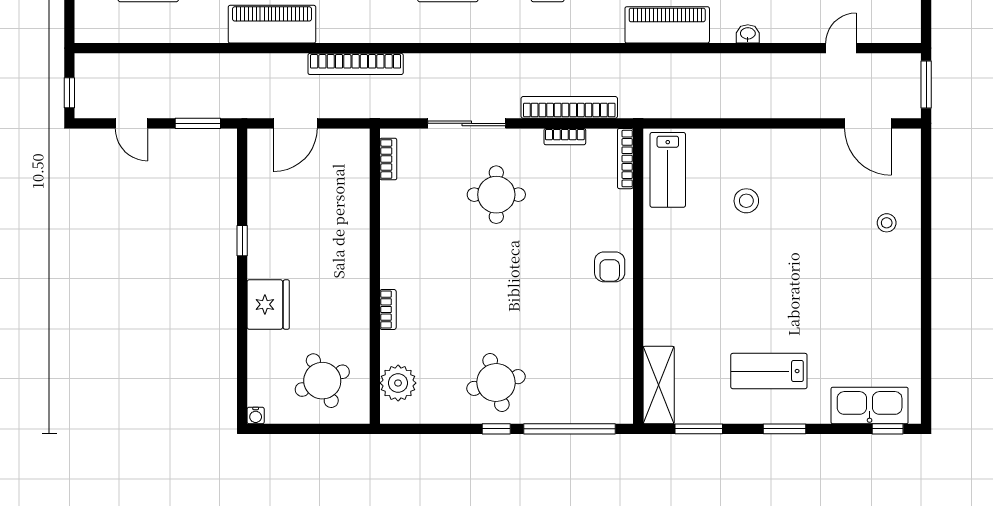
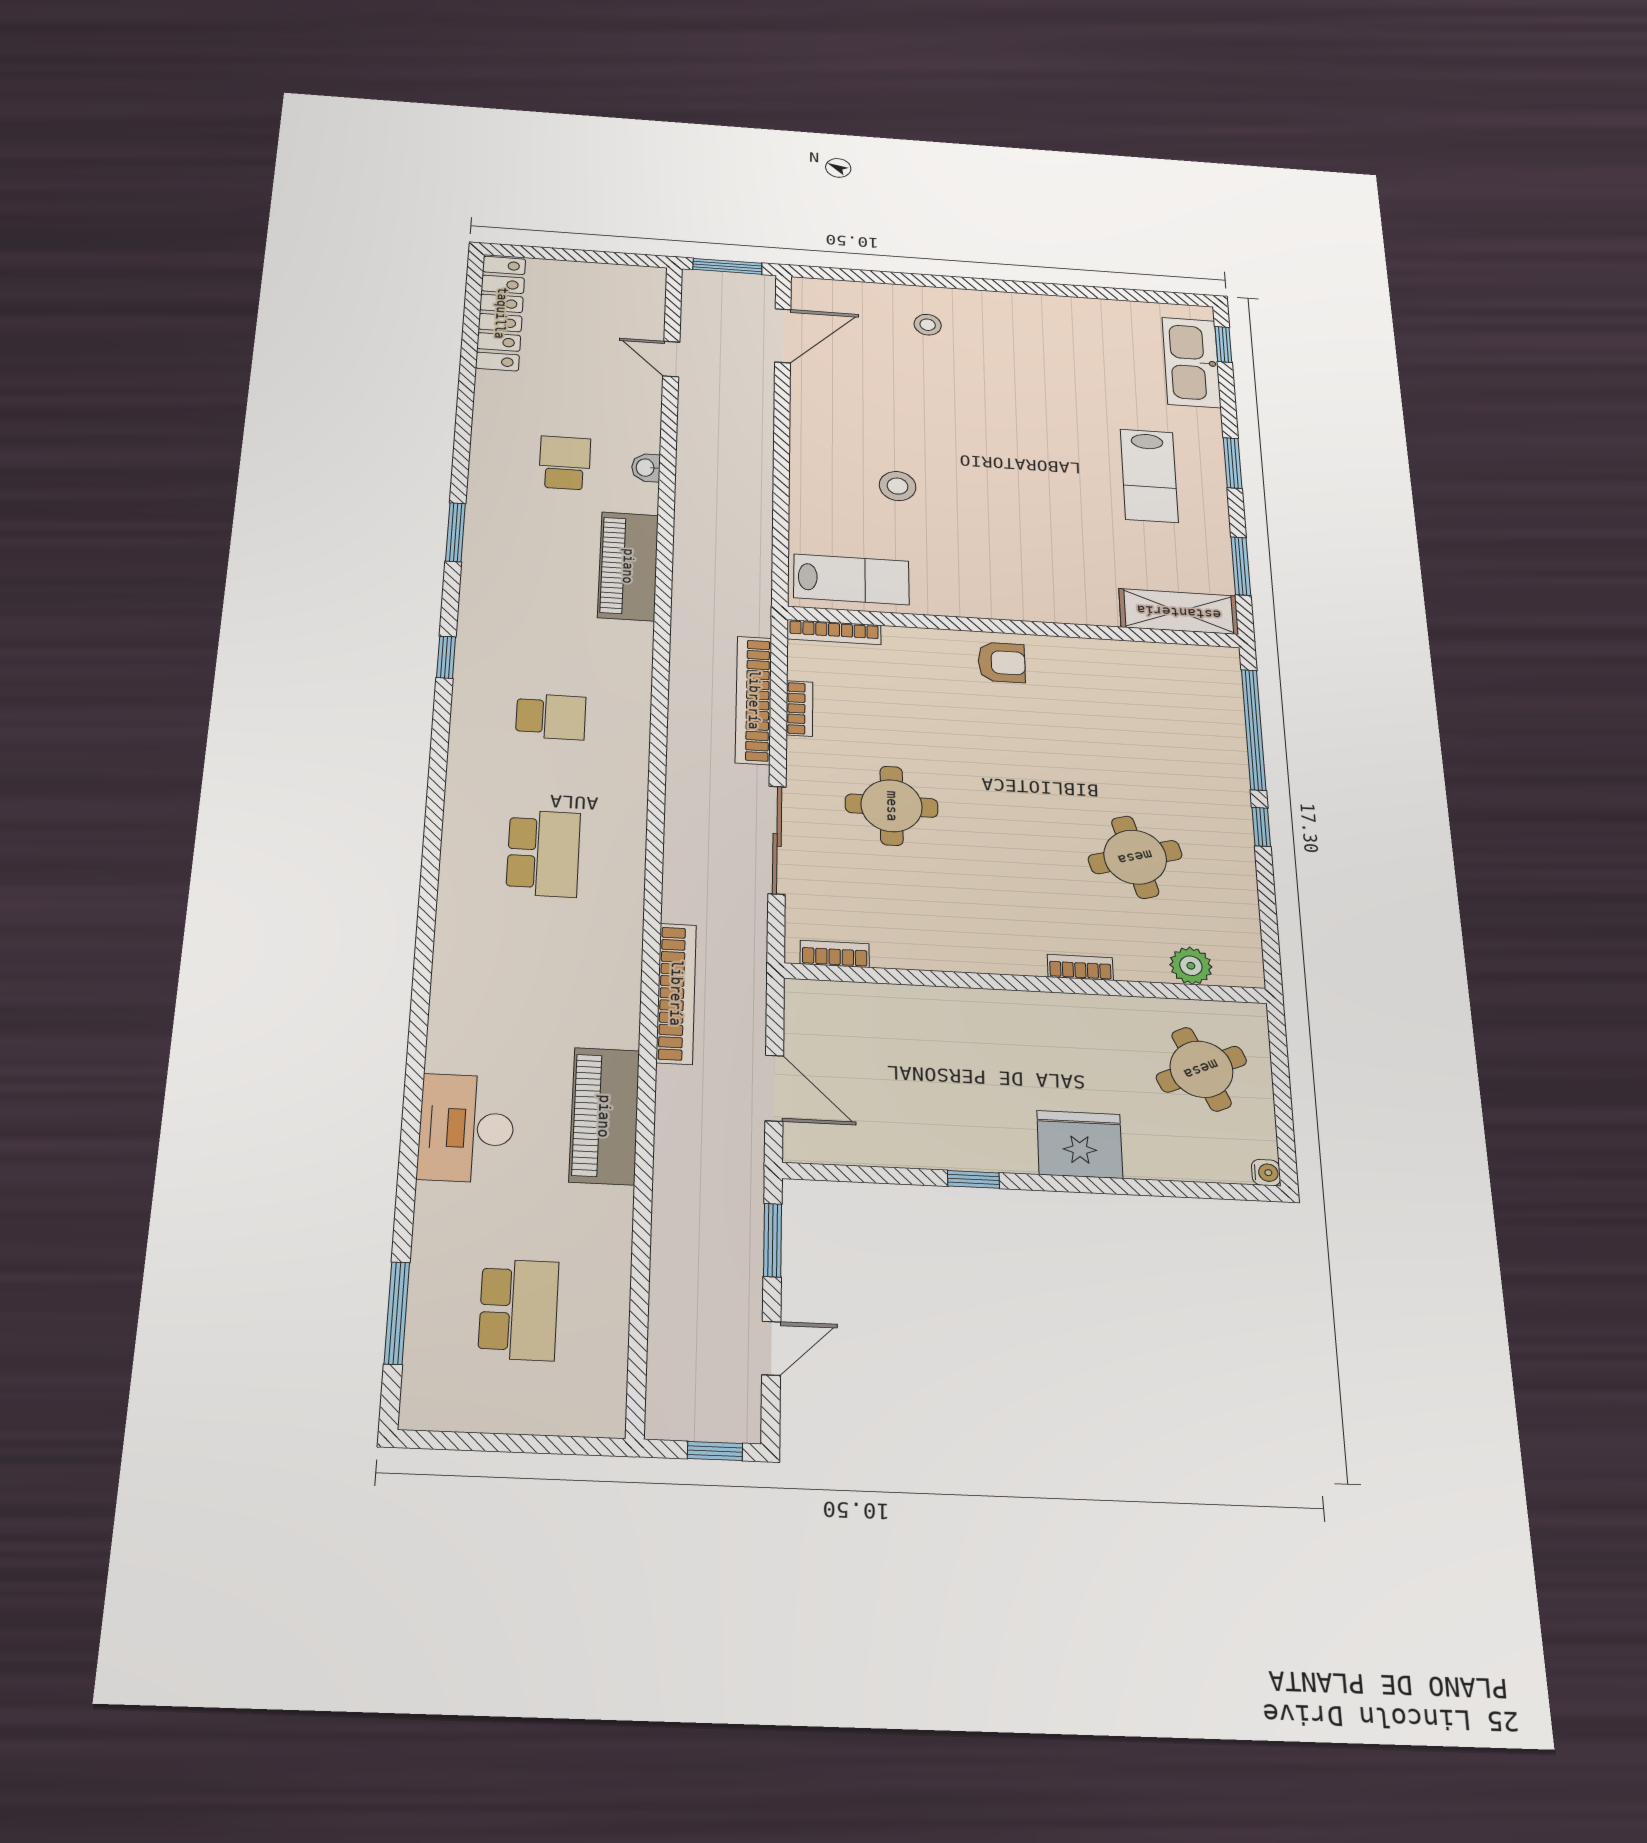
plant: (398, 383) -> (1191, 966), width x0.73, depth x0.73
round table: (496, 383) -> (1135, 857), moved

